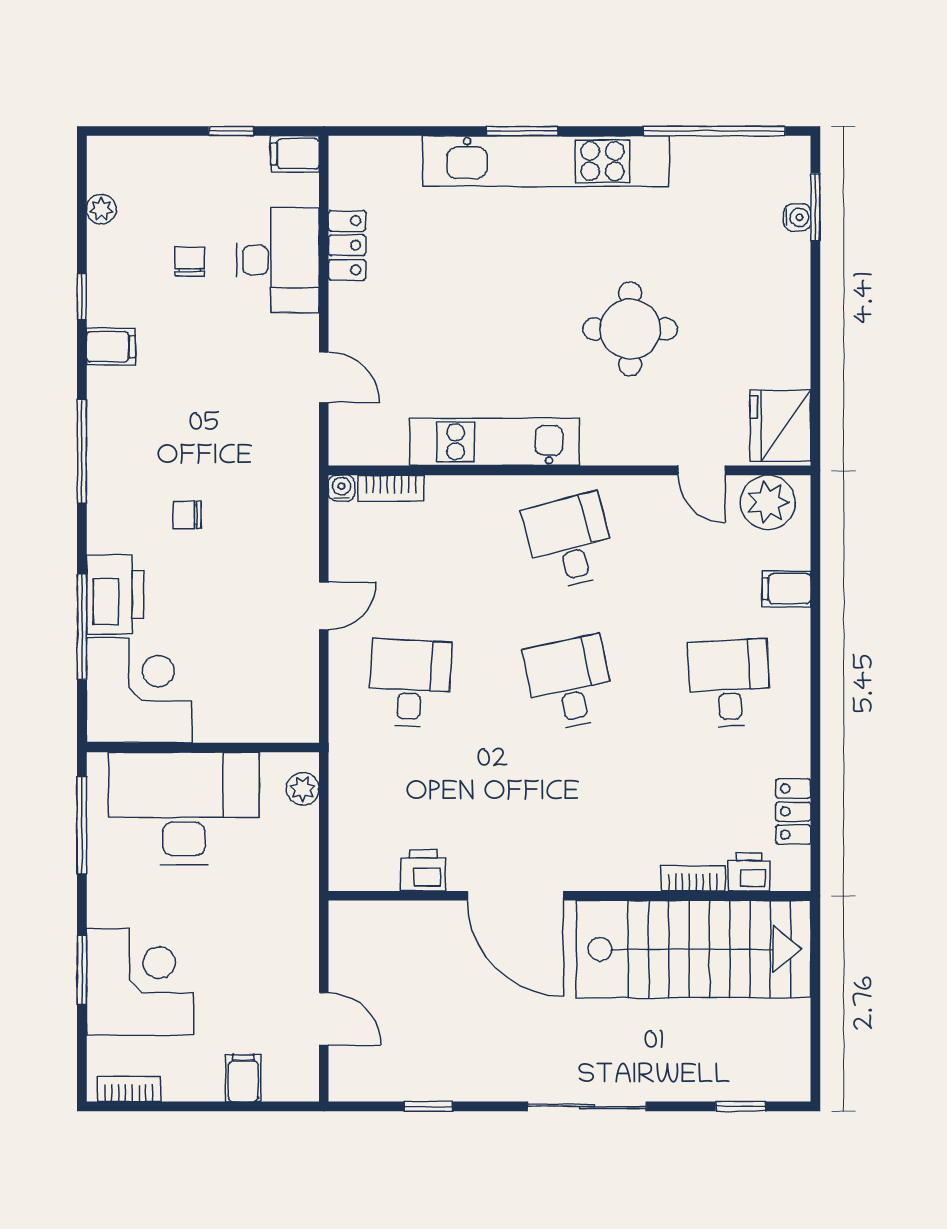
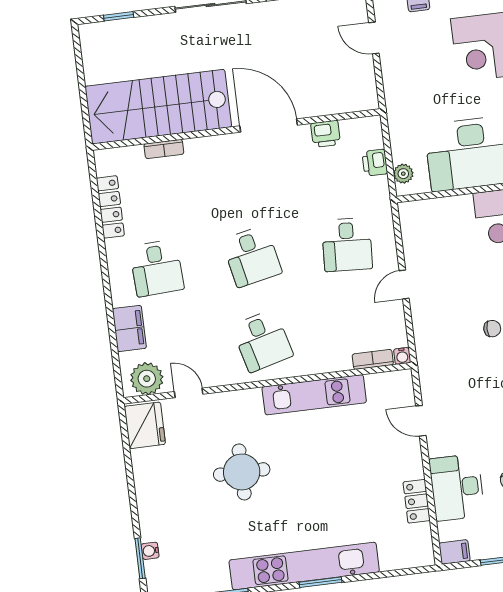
filing cabinet: (786, 589) -> (129, 328), width x2.00
locker: (793, 812) -> (110, 207), width x1.53
printer: (749, 872) -> (375, 163), moved, turned 90

